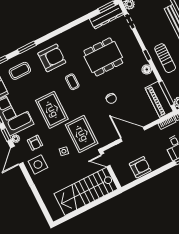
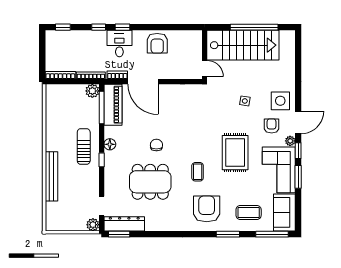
armchair: (52, 58) -> (207, 209), turned 90
chair: (111, 98) -> (156, 145), moved
rug: (82, 134) -> (216, 110), removed
door: (133, 134) -> (143, 82), moved
armchair: (140, 167) -> (157, 43), moved, turned -90
window: (84, 209) -> (254, 27), added

